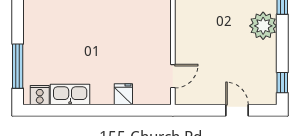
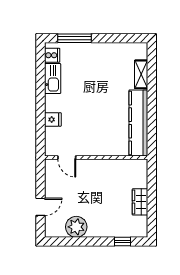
plant: (263, 26) -> (76, 227), moved
window: (282, 83) -> (62, 242), removed

